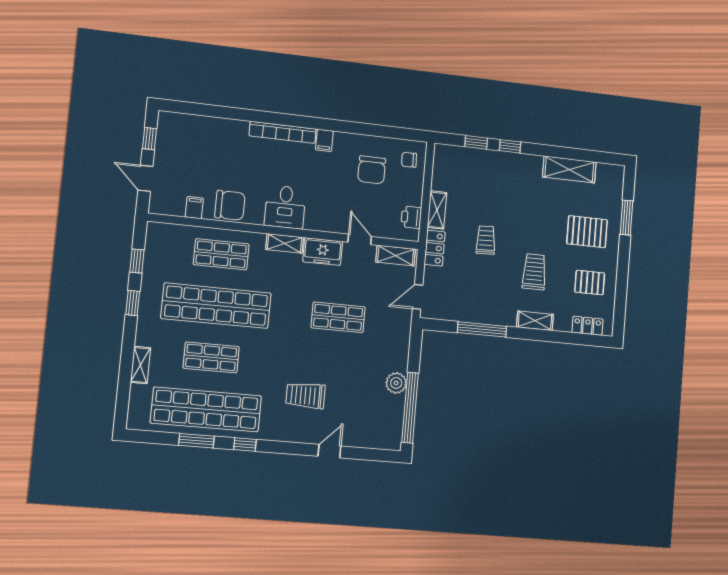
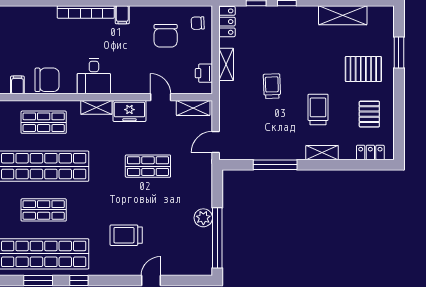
locker: (435, 248) -> (227, 22), moved
pallet: (590, 283) -> (369, 114), turned 90

